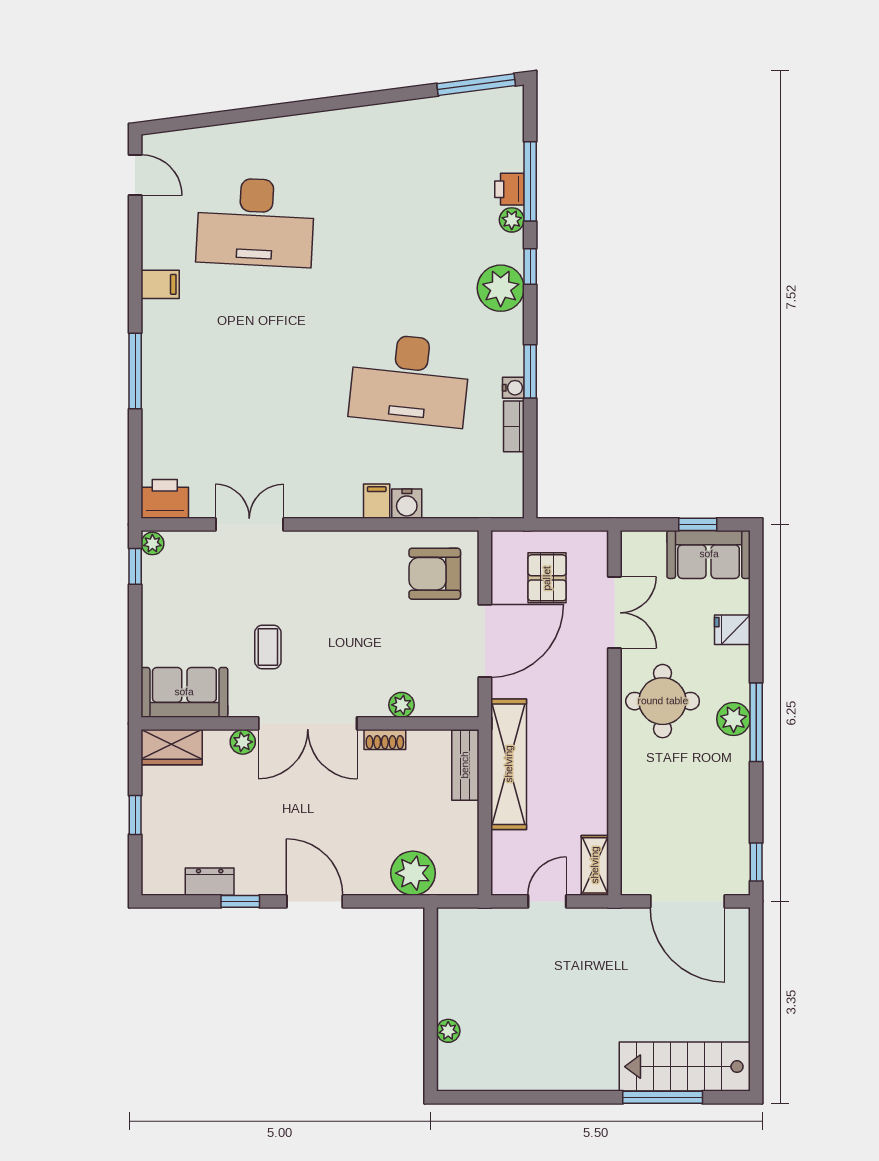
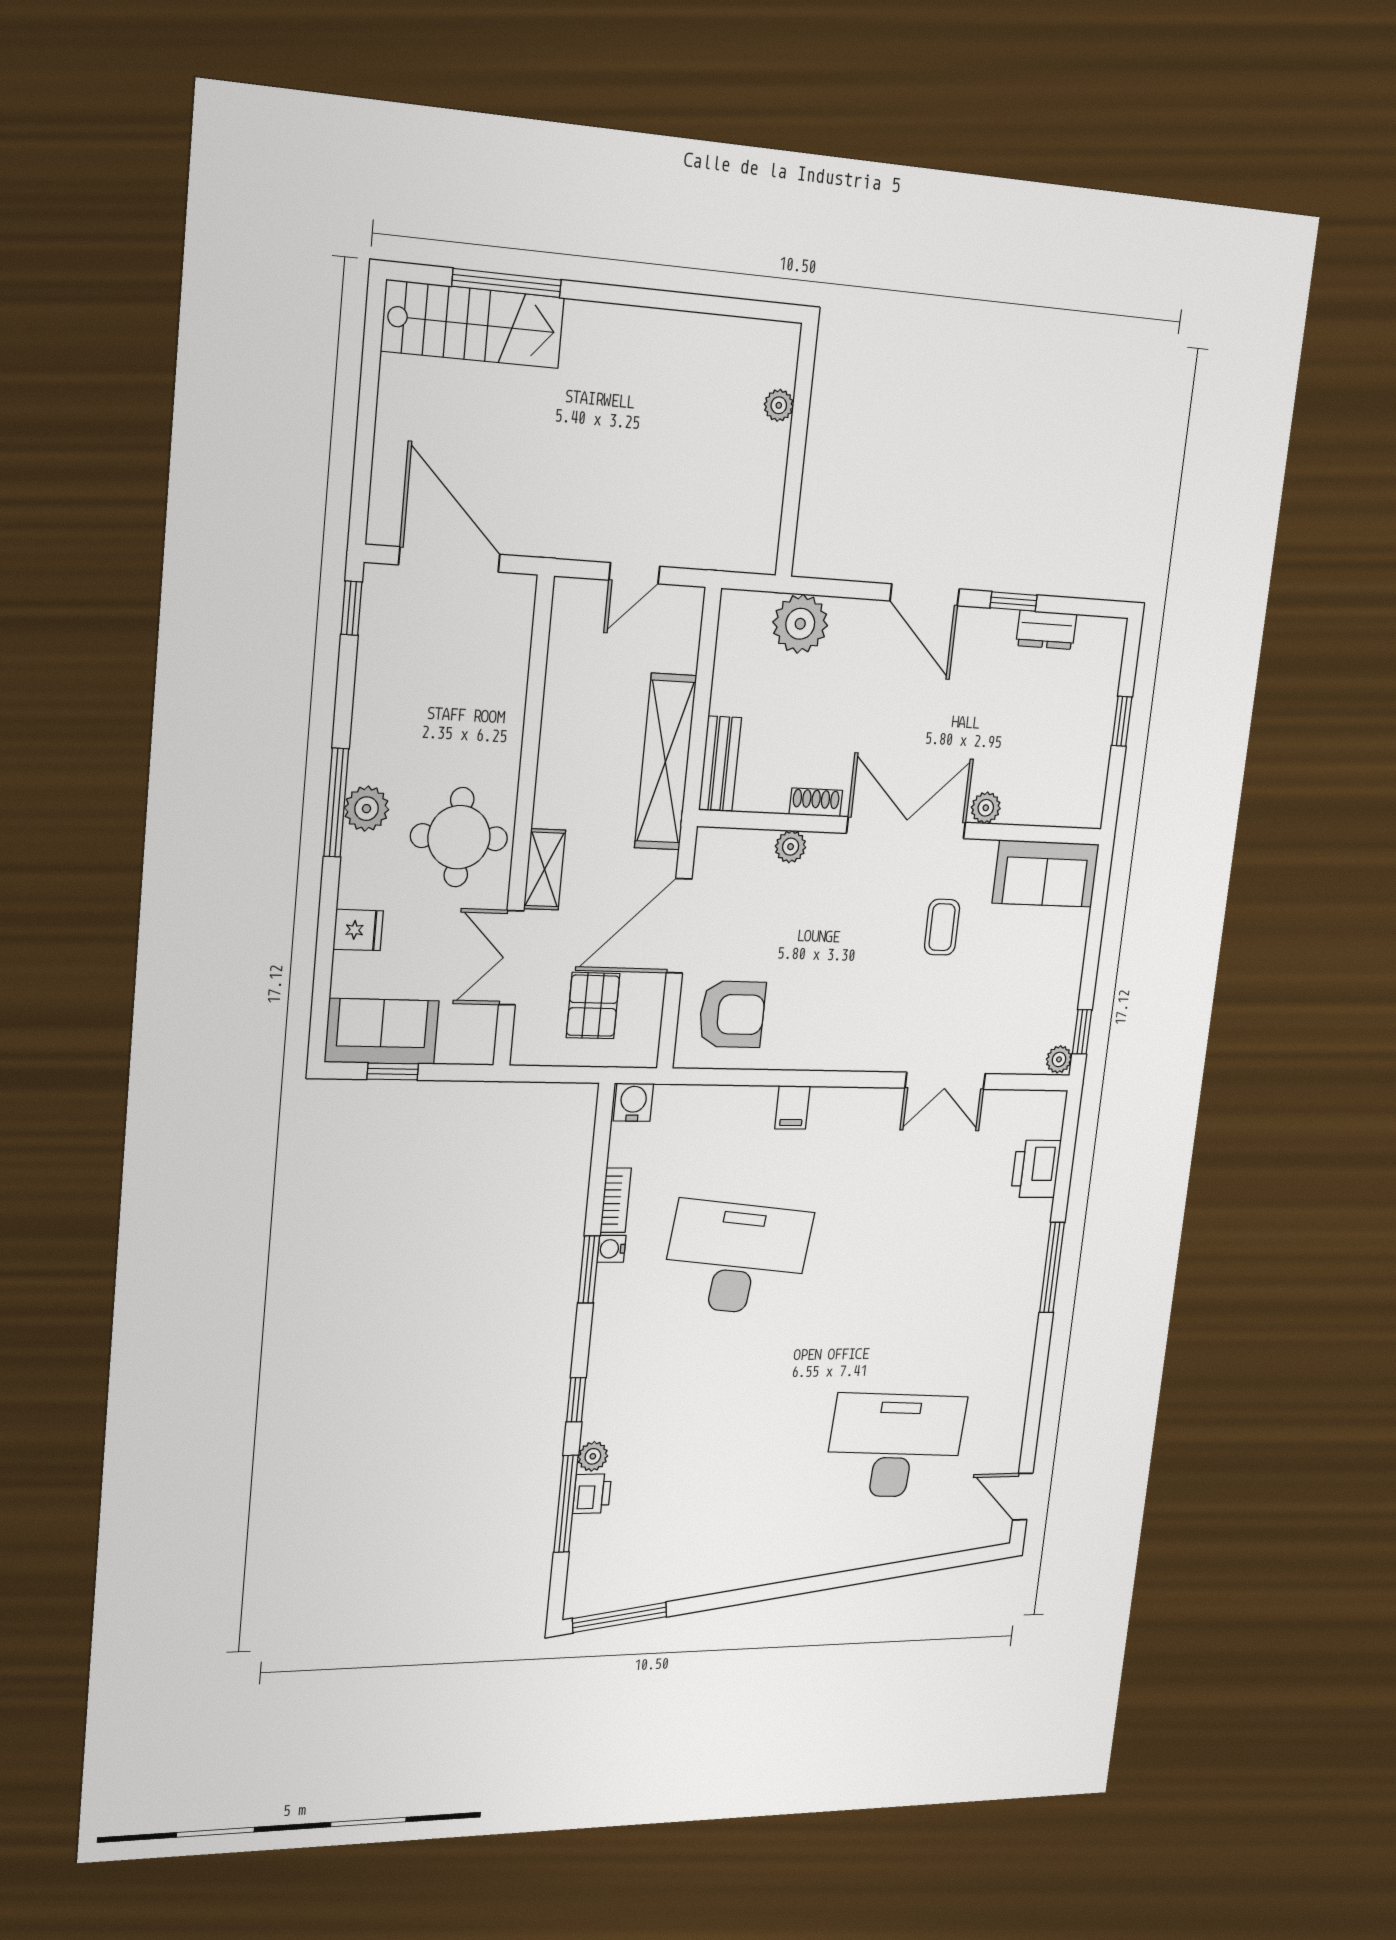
filing cabinet: (160, 284) -> (1011, 1370), removed
plant: (501, 288) -> (615, 1372), removed
printer: (165, 499) -> (1036, 1169), moved, turned 90
water cooler: (407, 504) -> (633, 1102), moved
wardrobe: (172, 747) -> (1069, 805), removed
shelving: (595, 865) -> (545, 869), moved

